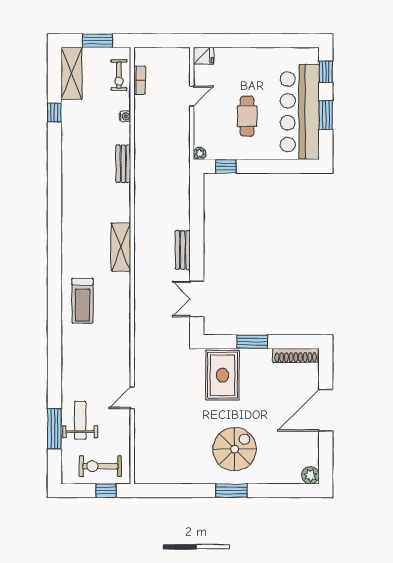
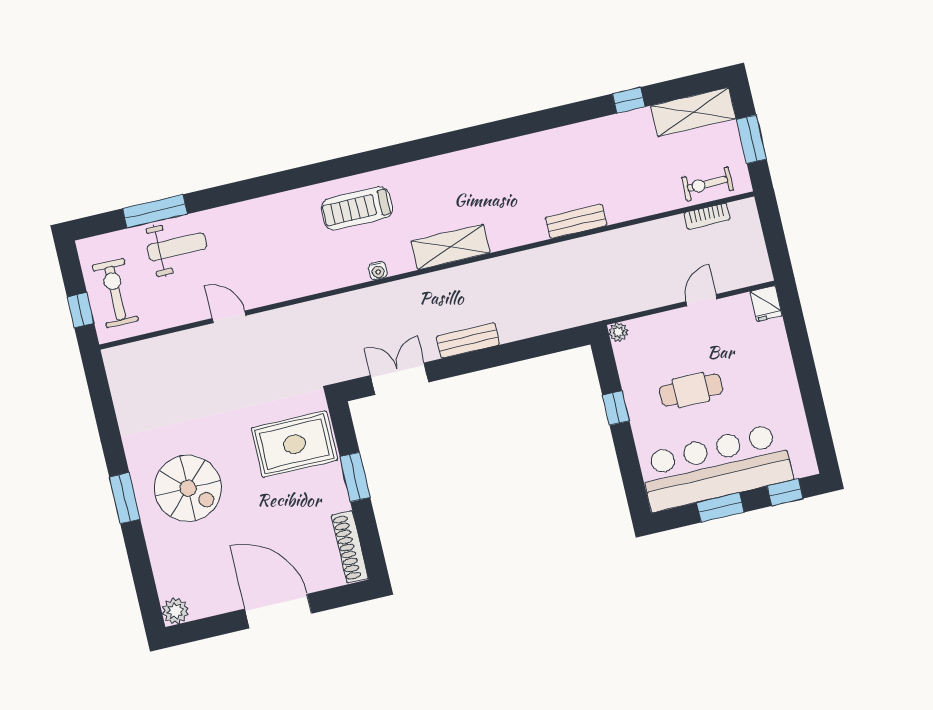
door: (192, 96) -> (702, 300), swing flipped
water cooler: (125, 116) -> (378, 271), moved
window: (226, 166) -> (616, 408), moved

